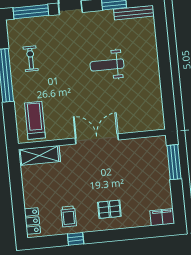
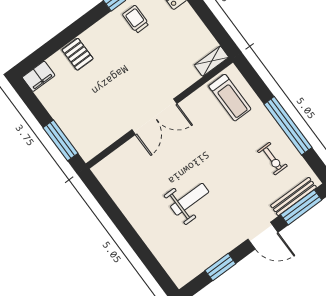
bench: (134, 13) -> (293, 196), moved
shelving: (39, 156) -> (212, 61), width x0.67, depth x0.75
pallet: (109, 209) -> (78, 54), moved, turned 90

